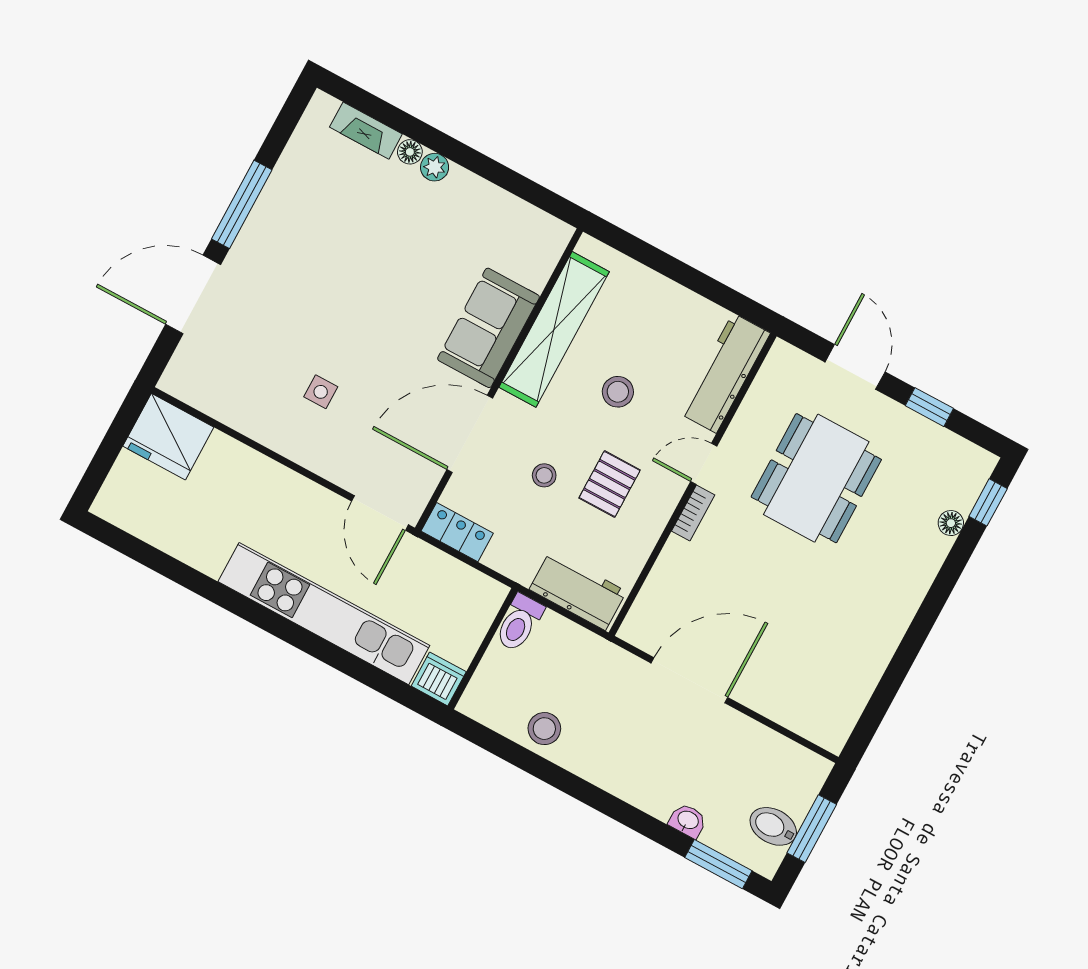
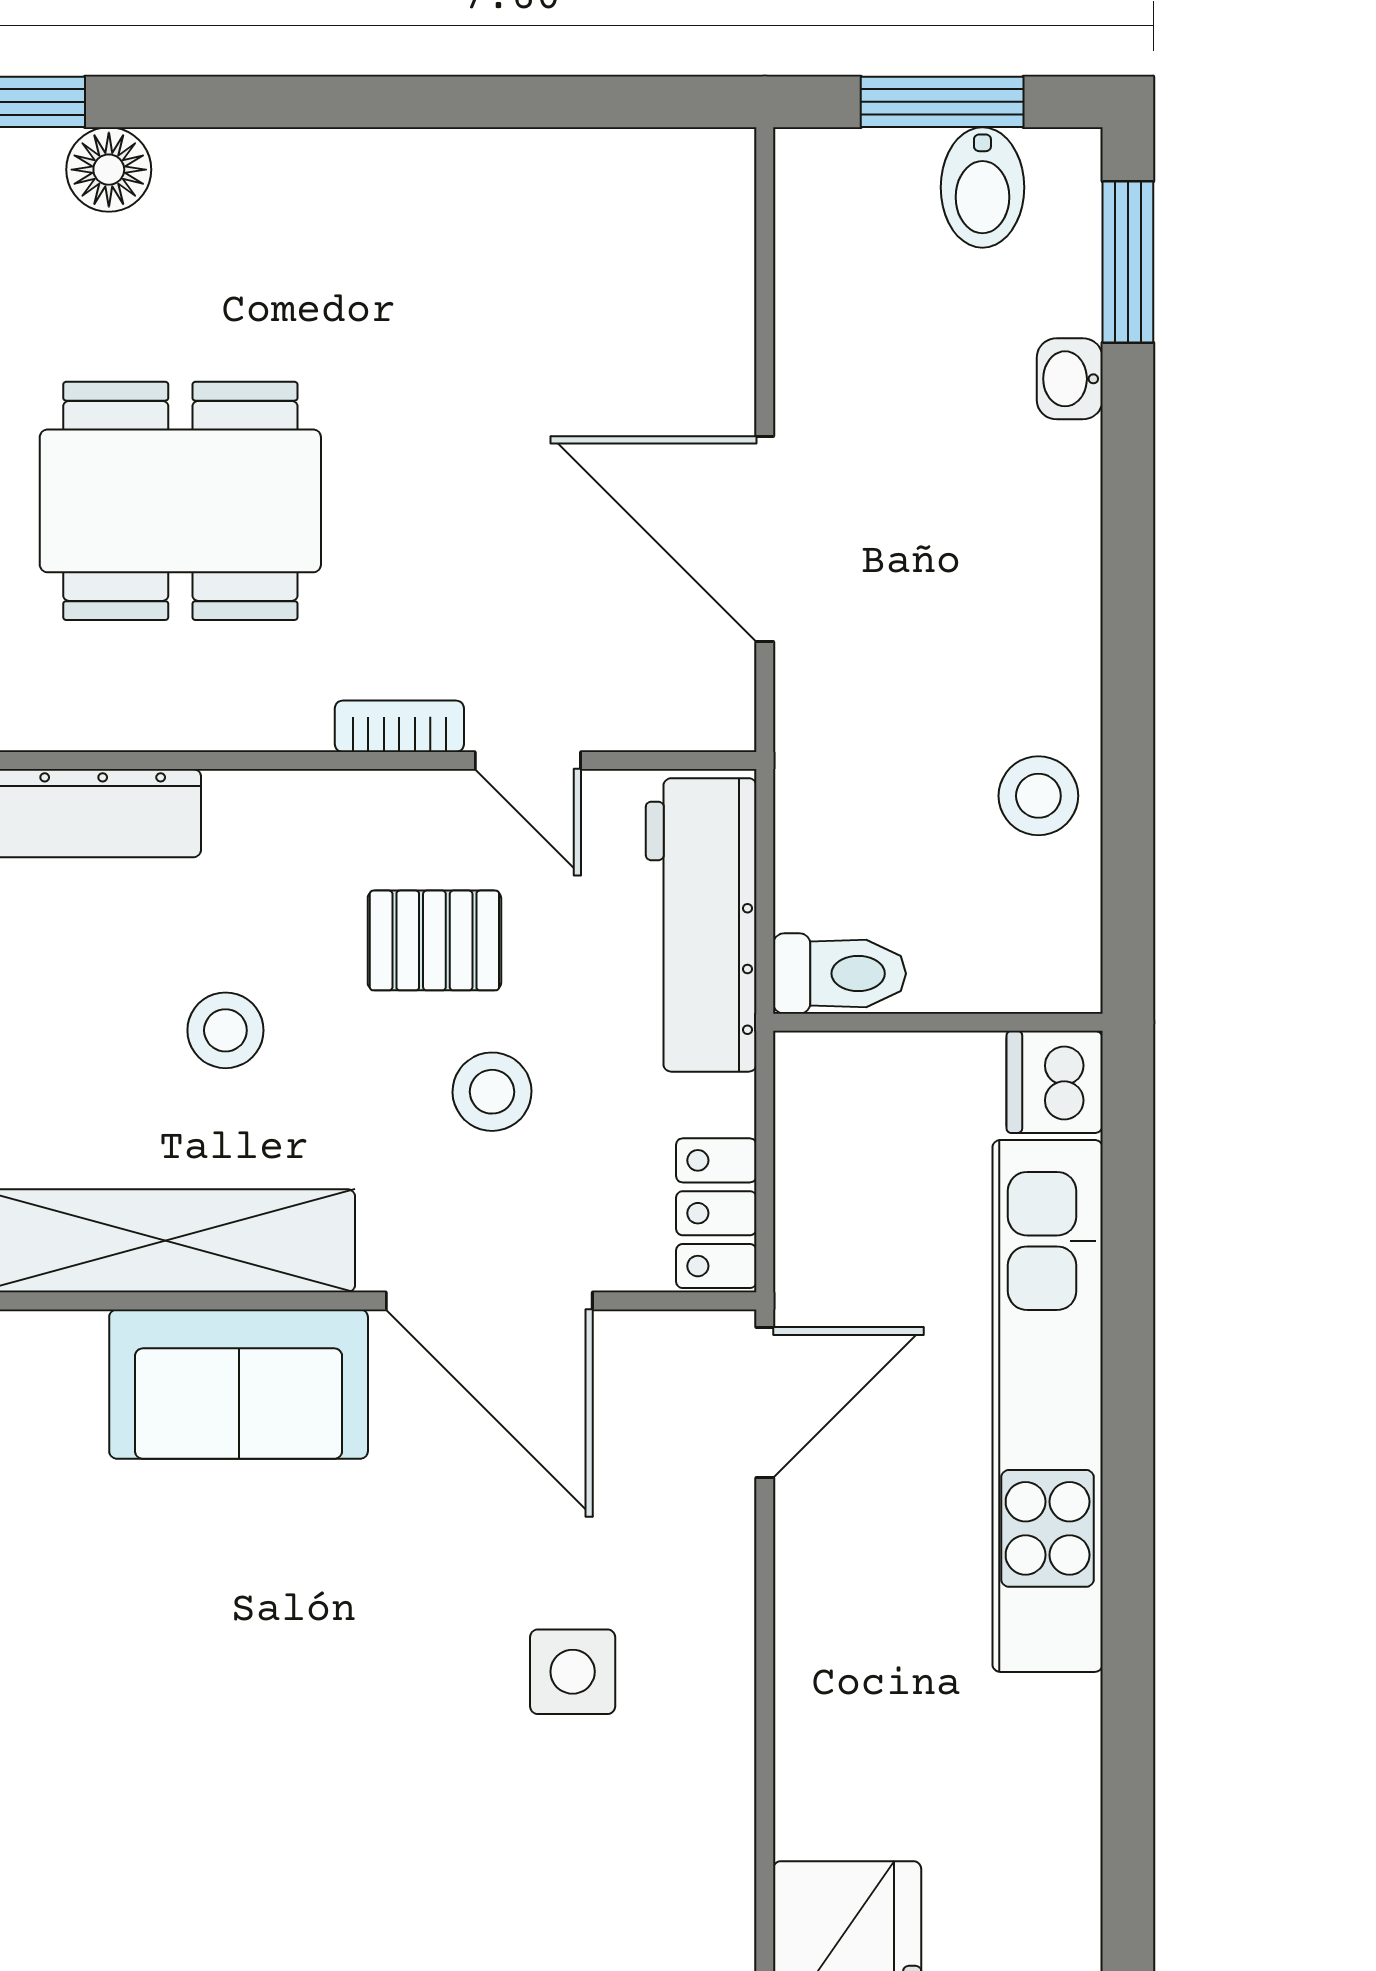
side table: (321, 392) -> (573, 1672), width x1.37, depth x1.37
door: (704, 464) -> (528, 760), moved
stool: (544, 475) -> (492, 1092), width x1.37, depth x1.37
floor lamp: (951, 523) -> (109, 170), width x1.37, depth x1.37
workbench: (578, 590) -> (701, 925), width x1.38

